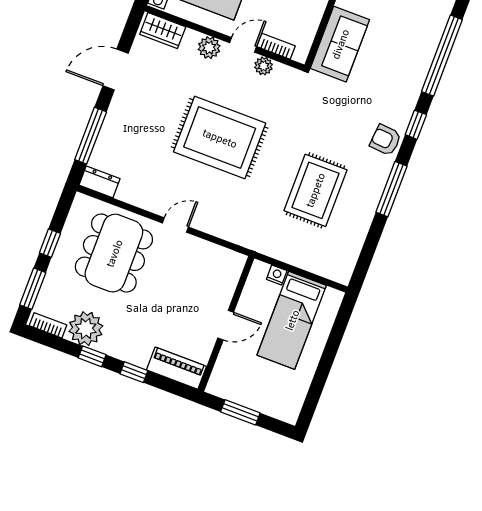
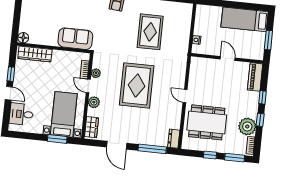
rug: (315, 190) -> (150, 32), turned 90
bed: (292, 320) -> (245, 19), moved, turned 180

